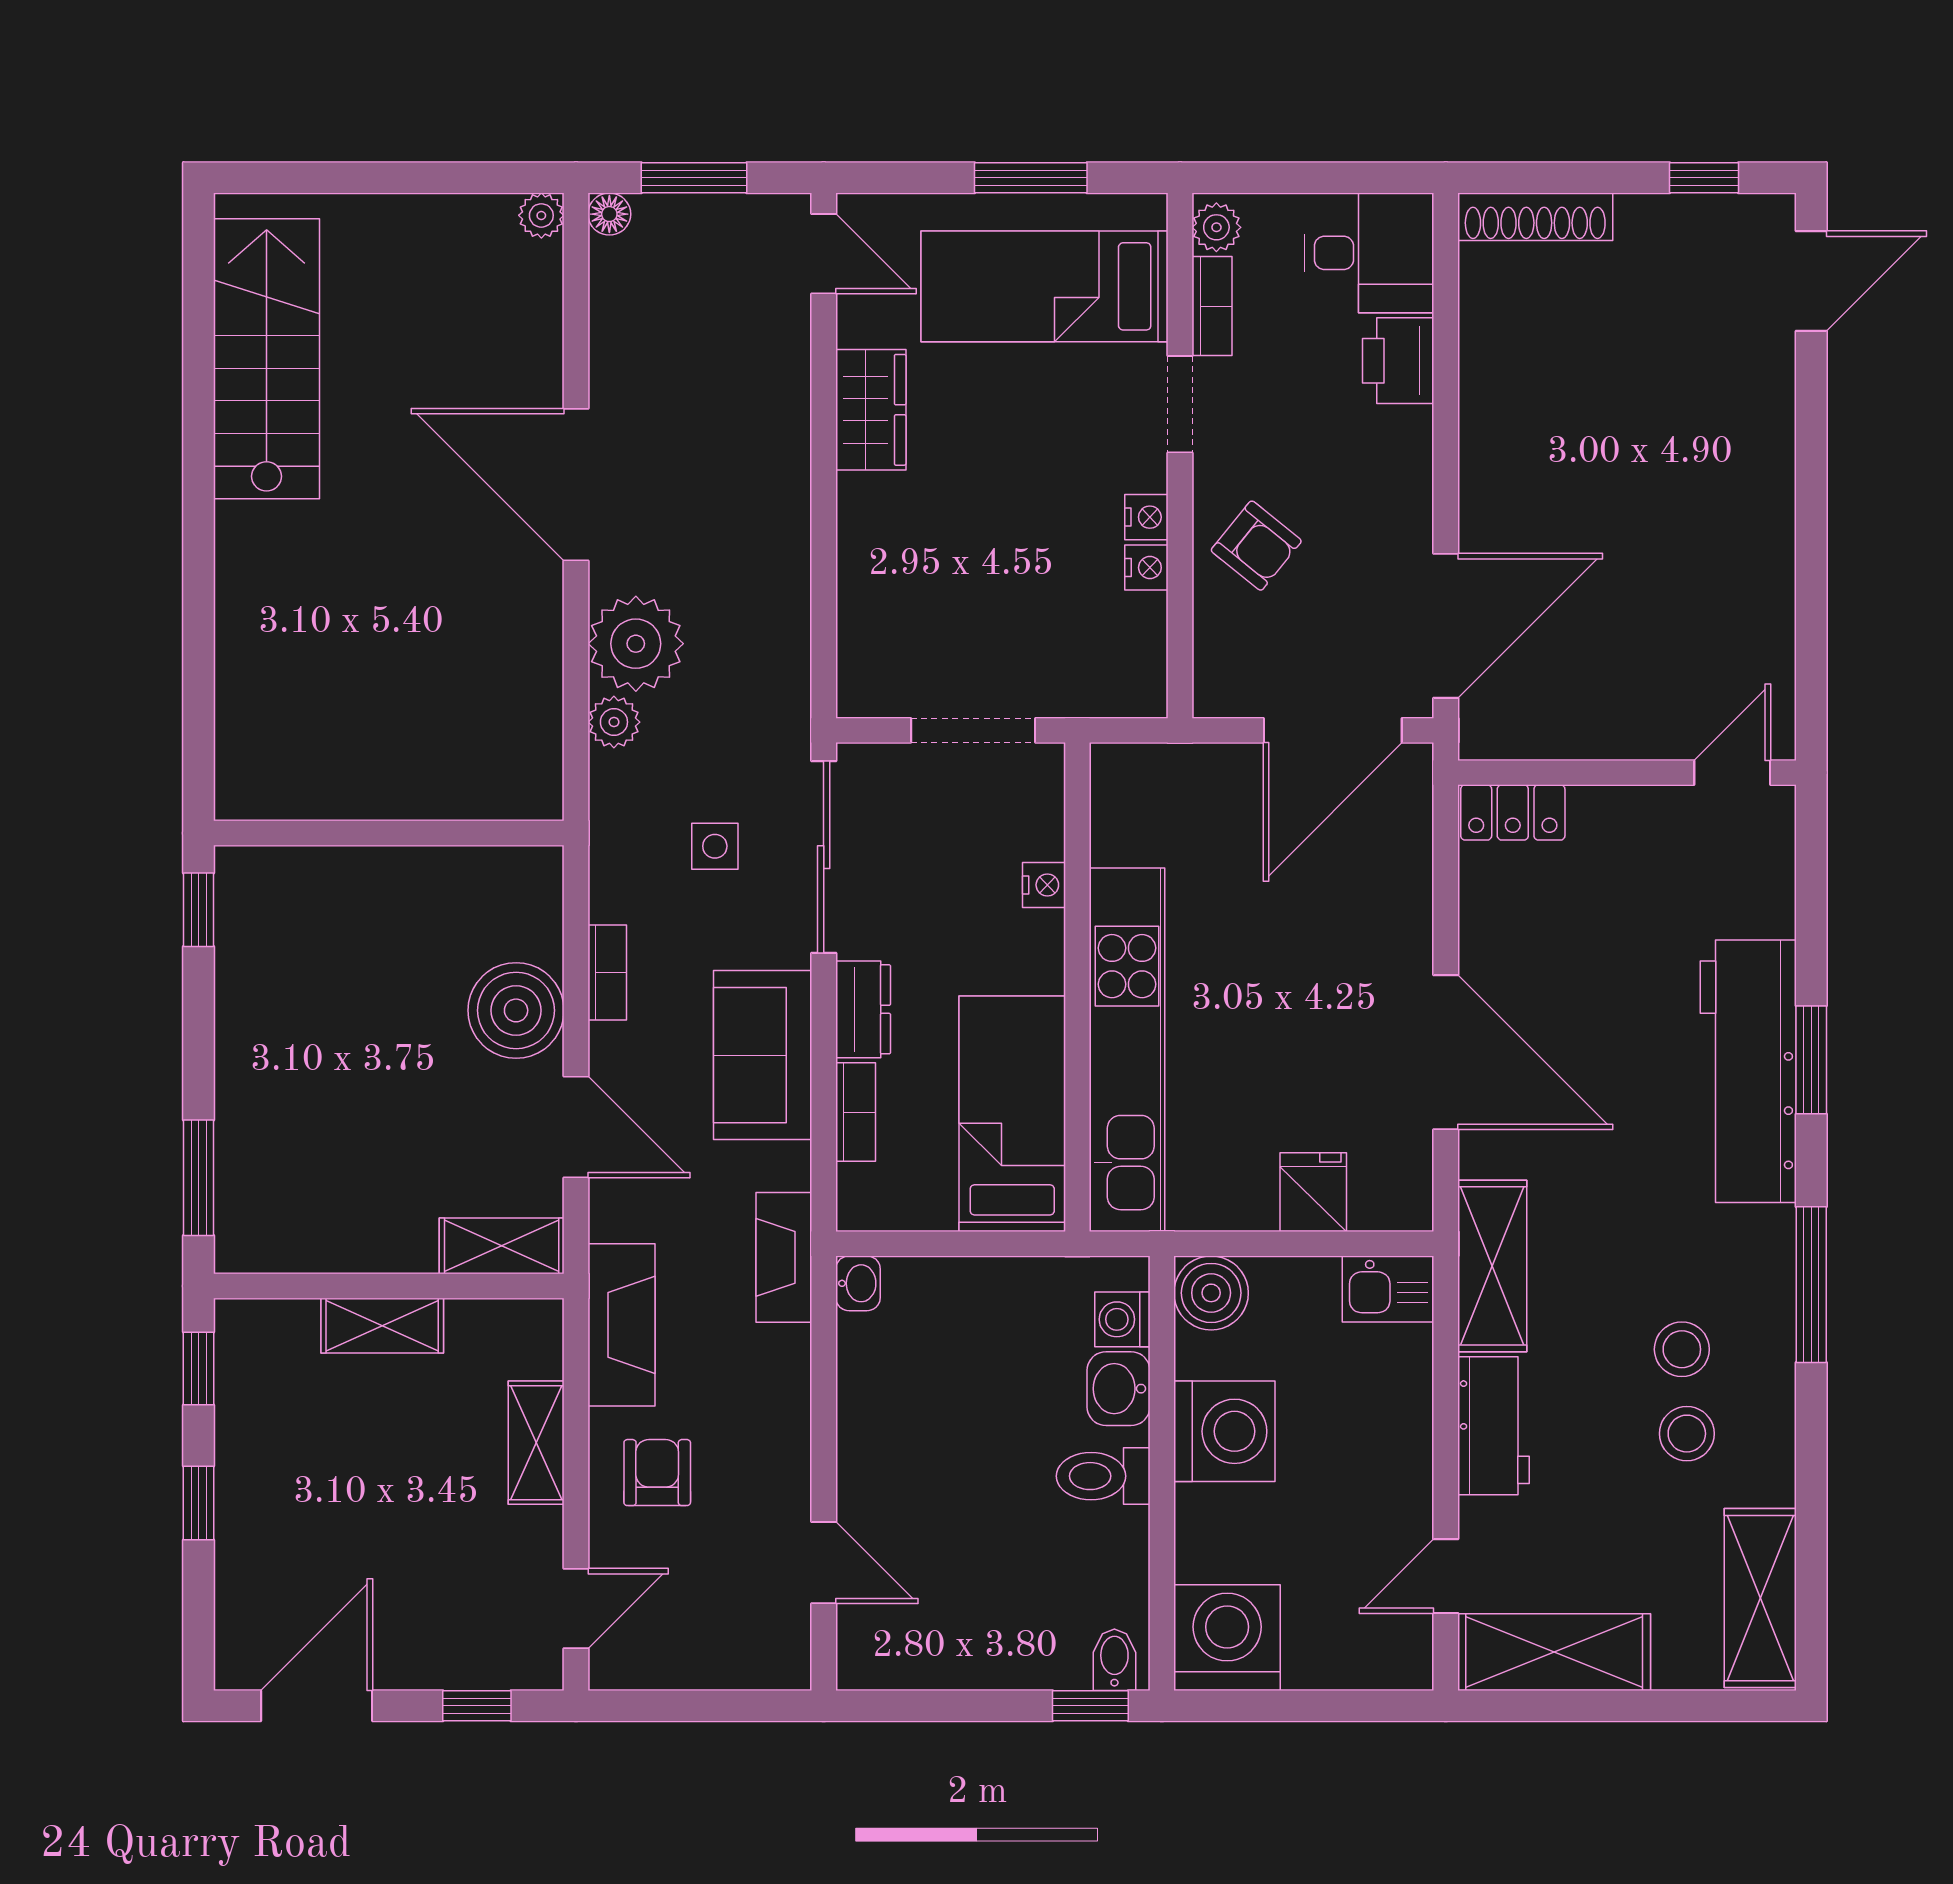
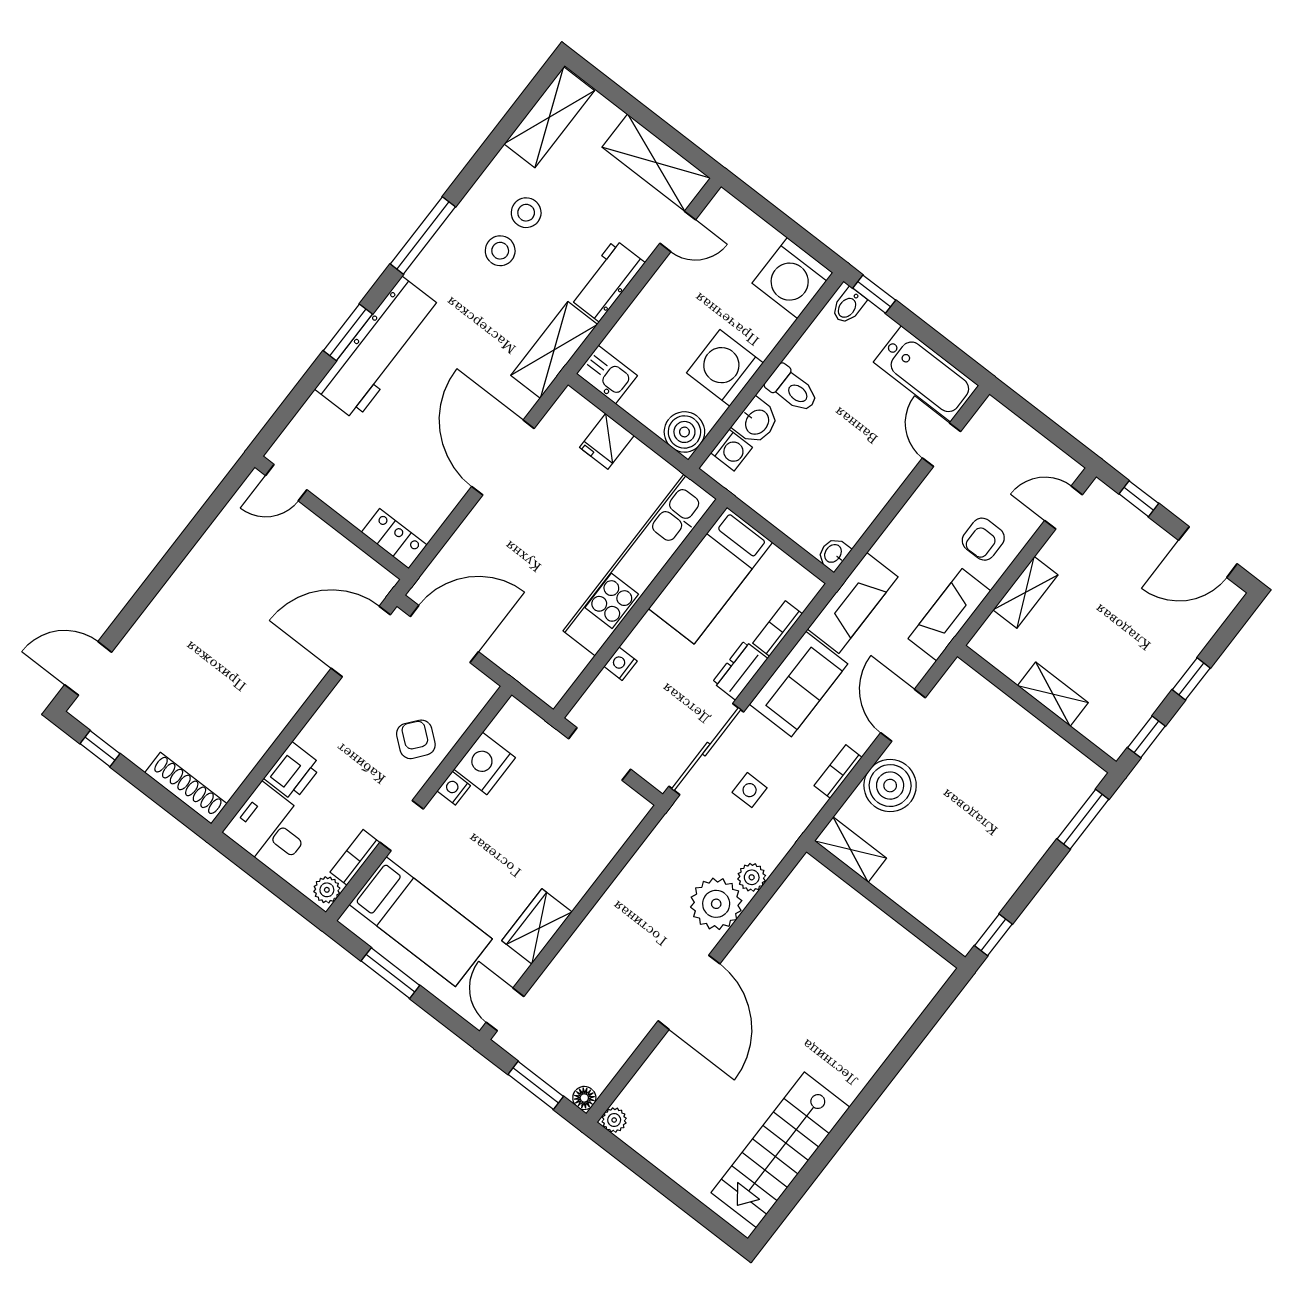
nightstand: (1146, 568) -> (485, 763), width x1.89, depth x1.79
shelving: (502, 1246) -> (851, 850), moved
fireplace: (784, 1257) -> (853, 603), width x1.37, depth x1.32
bathtub: (926, 1648) -> (926, 374), added

